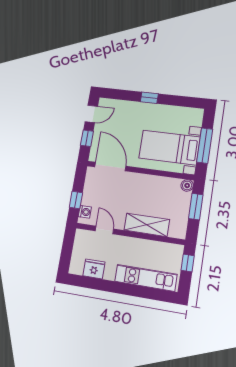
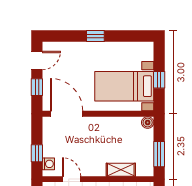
window: (205, 146) -> (159, 80), width x0.46
window: (196, 207) -> (159, 154), moved
shelving: (147, 225) -> (121, 170), width x0.67, depth x0.75

